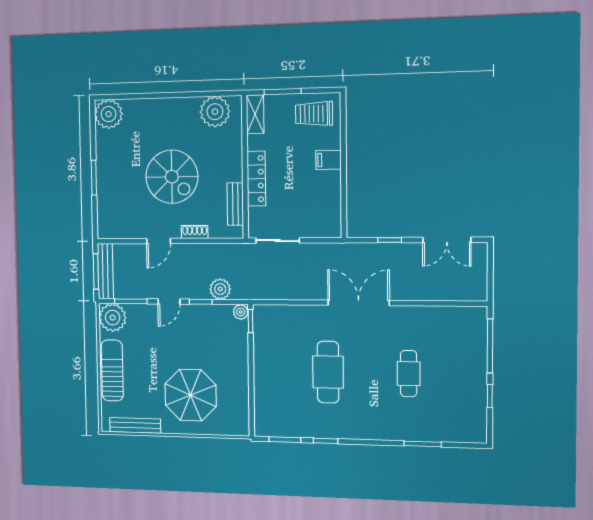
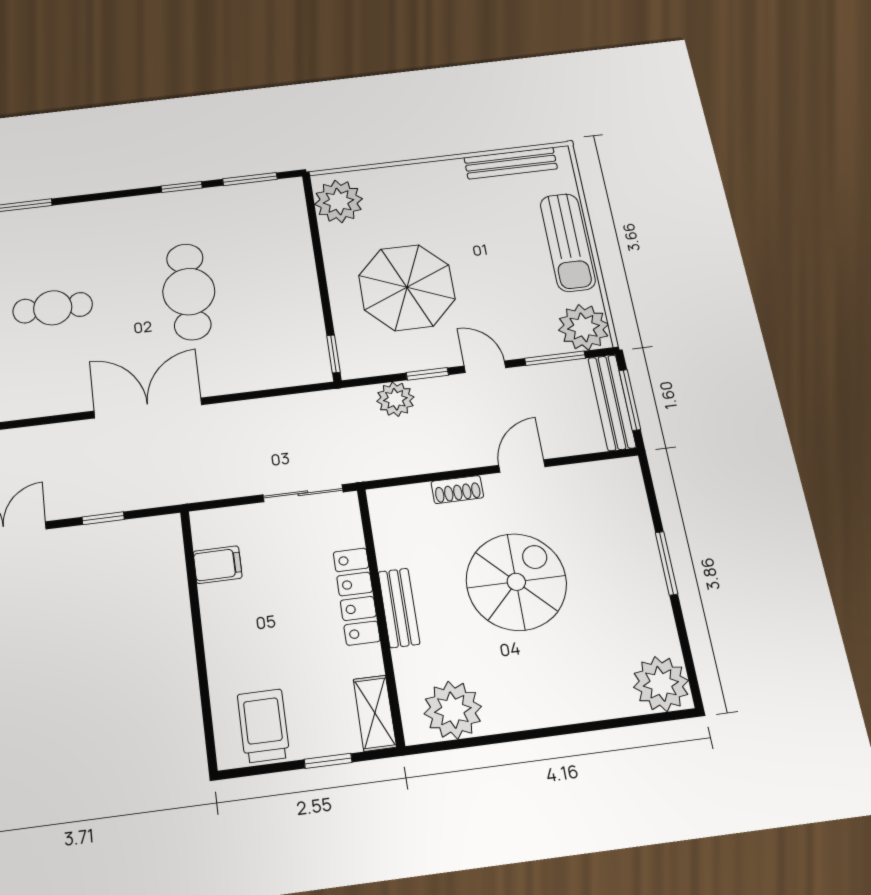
window: (283, 92) -> (328, 761), width x0.67
trolley: (314, 114) -> (263, 726), turned -90
filing cabinet: (329, 160) -> (218, 565), moved
spiral stairs: (172, 177) -> (516, 582), turned 90
bench: (235, 204) -> (399, 608), moved
door: (169, 302) -> (485, 367), hinge flipped
double door: (359, 303) -> (148, 408), swing flipped
plant: (241, 312) -> (339, 201), moved, width x1.87, depth x1.87
cafe table: (409, 374) -> (53, 308), turned 90
parasol: (191, 395) -> (407, 287), moved

